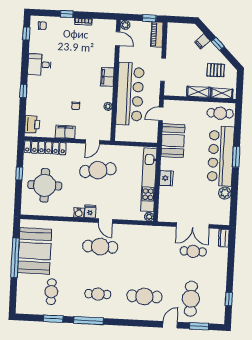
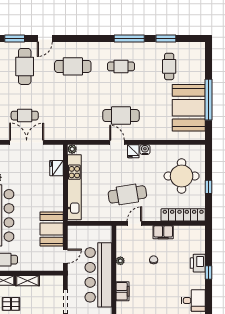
printer: (32, 124) -> (198, 263), moved
fridge: (166, 178) -> (56, 168), moved

